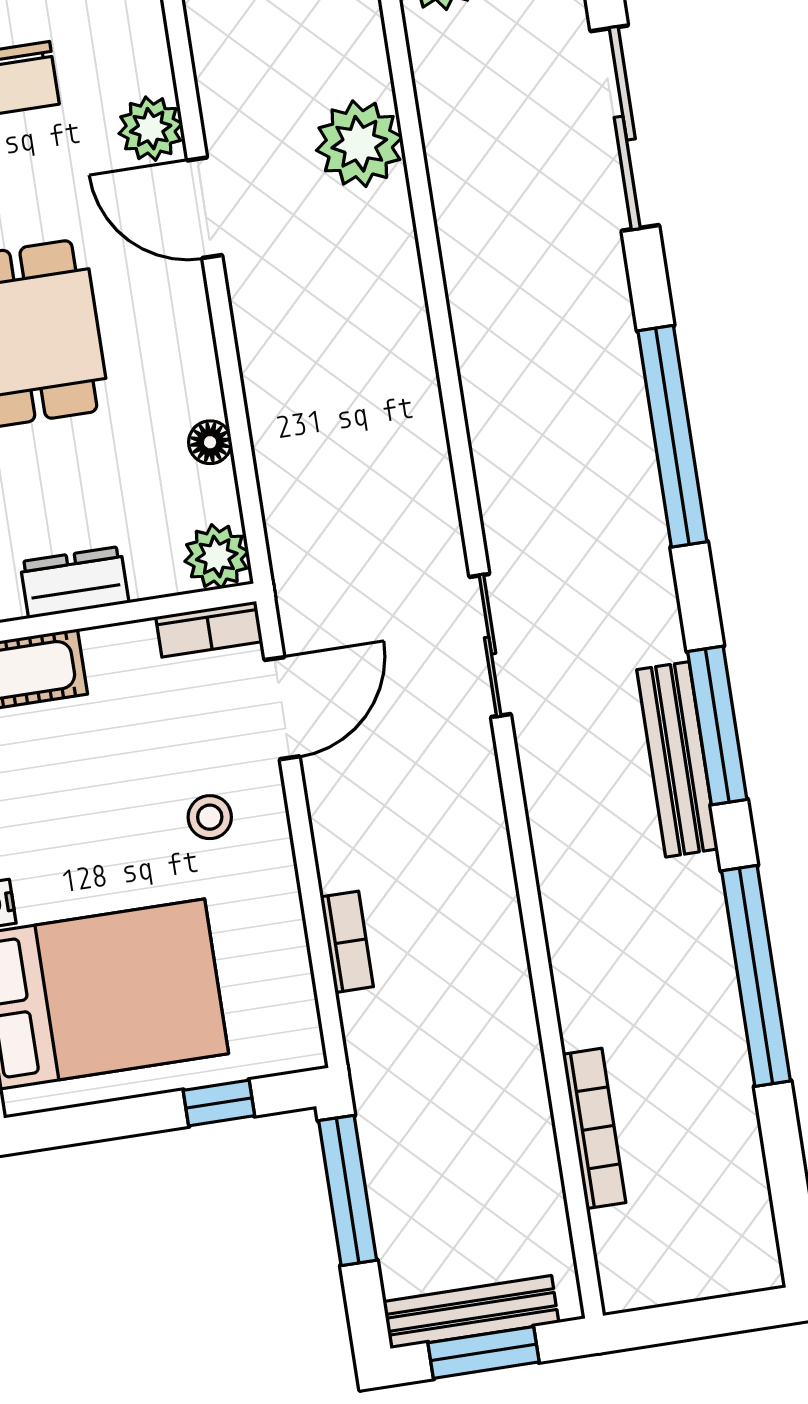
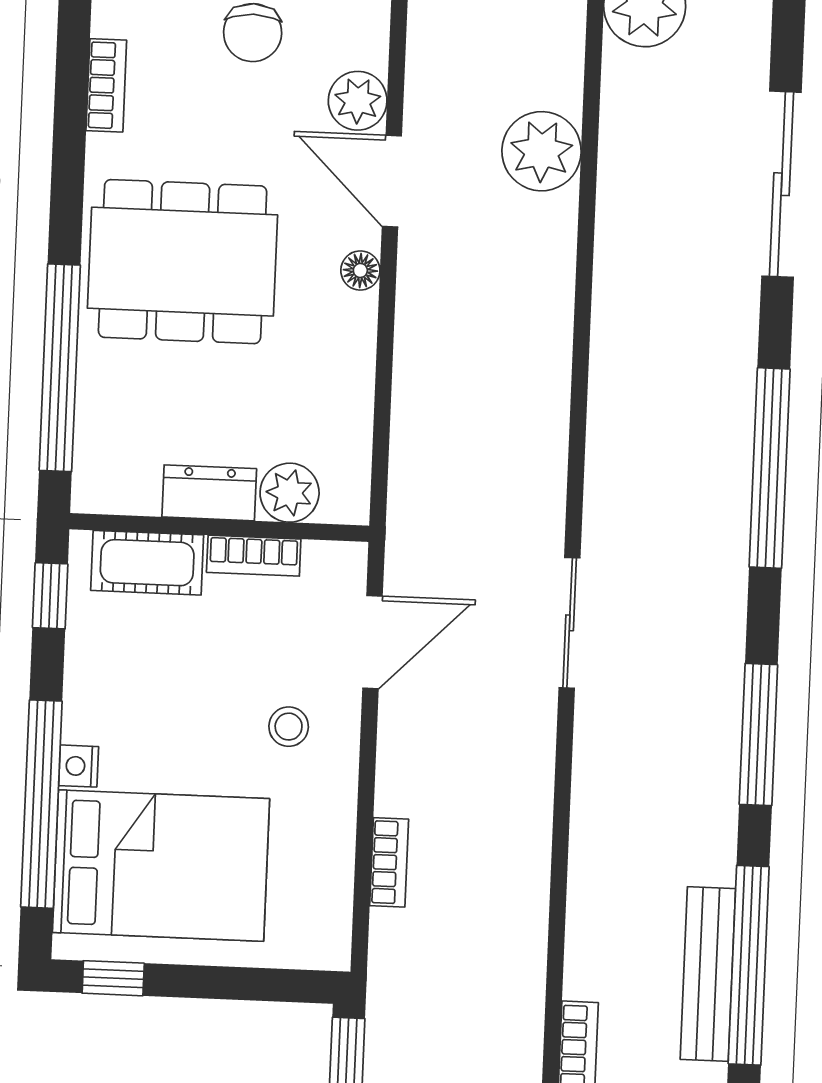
floor lamp: (210, 442) -> (360, 270), moved
plant: (217, 556) -> (290, 493), moved
bookcase: (209, 629) -> (254, 556), moved
bench: (677, 759) -> (708, 974), moved
window: (219, 1103) -> (113, 978), moved

